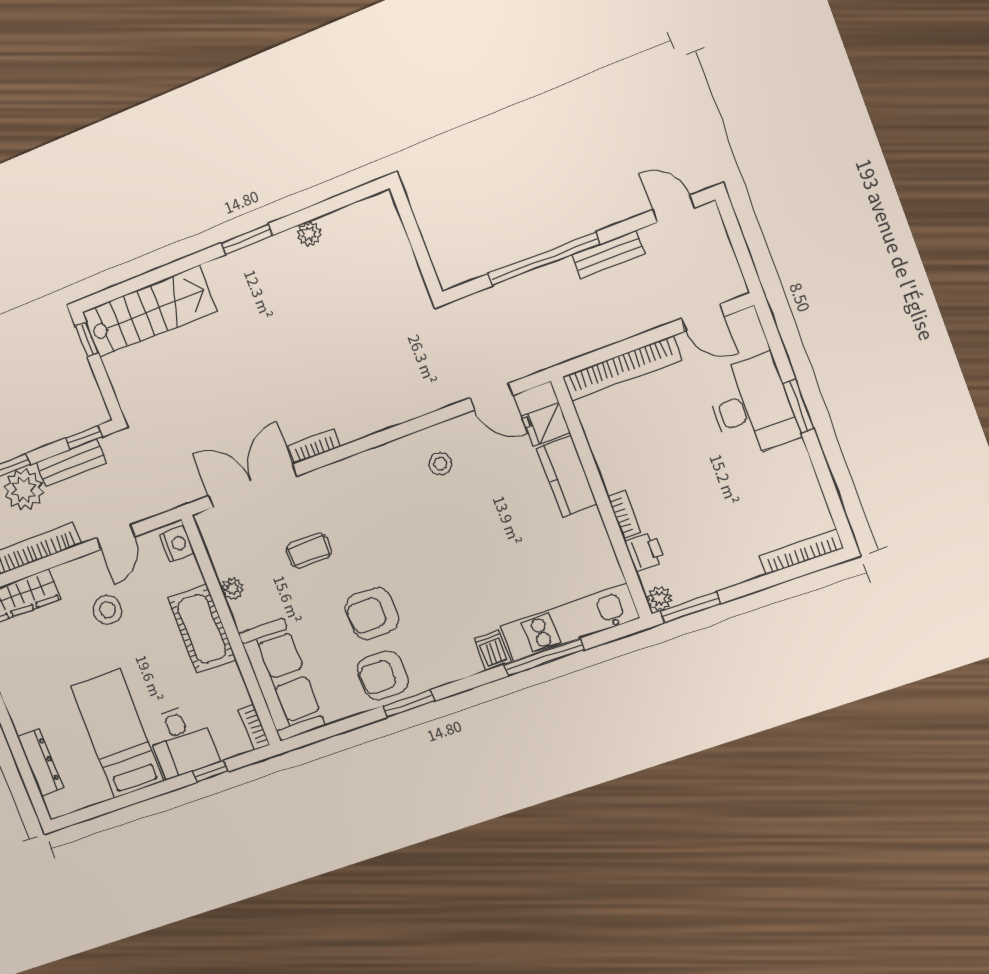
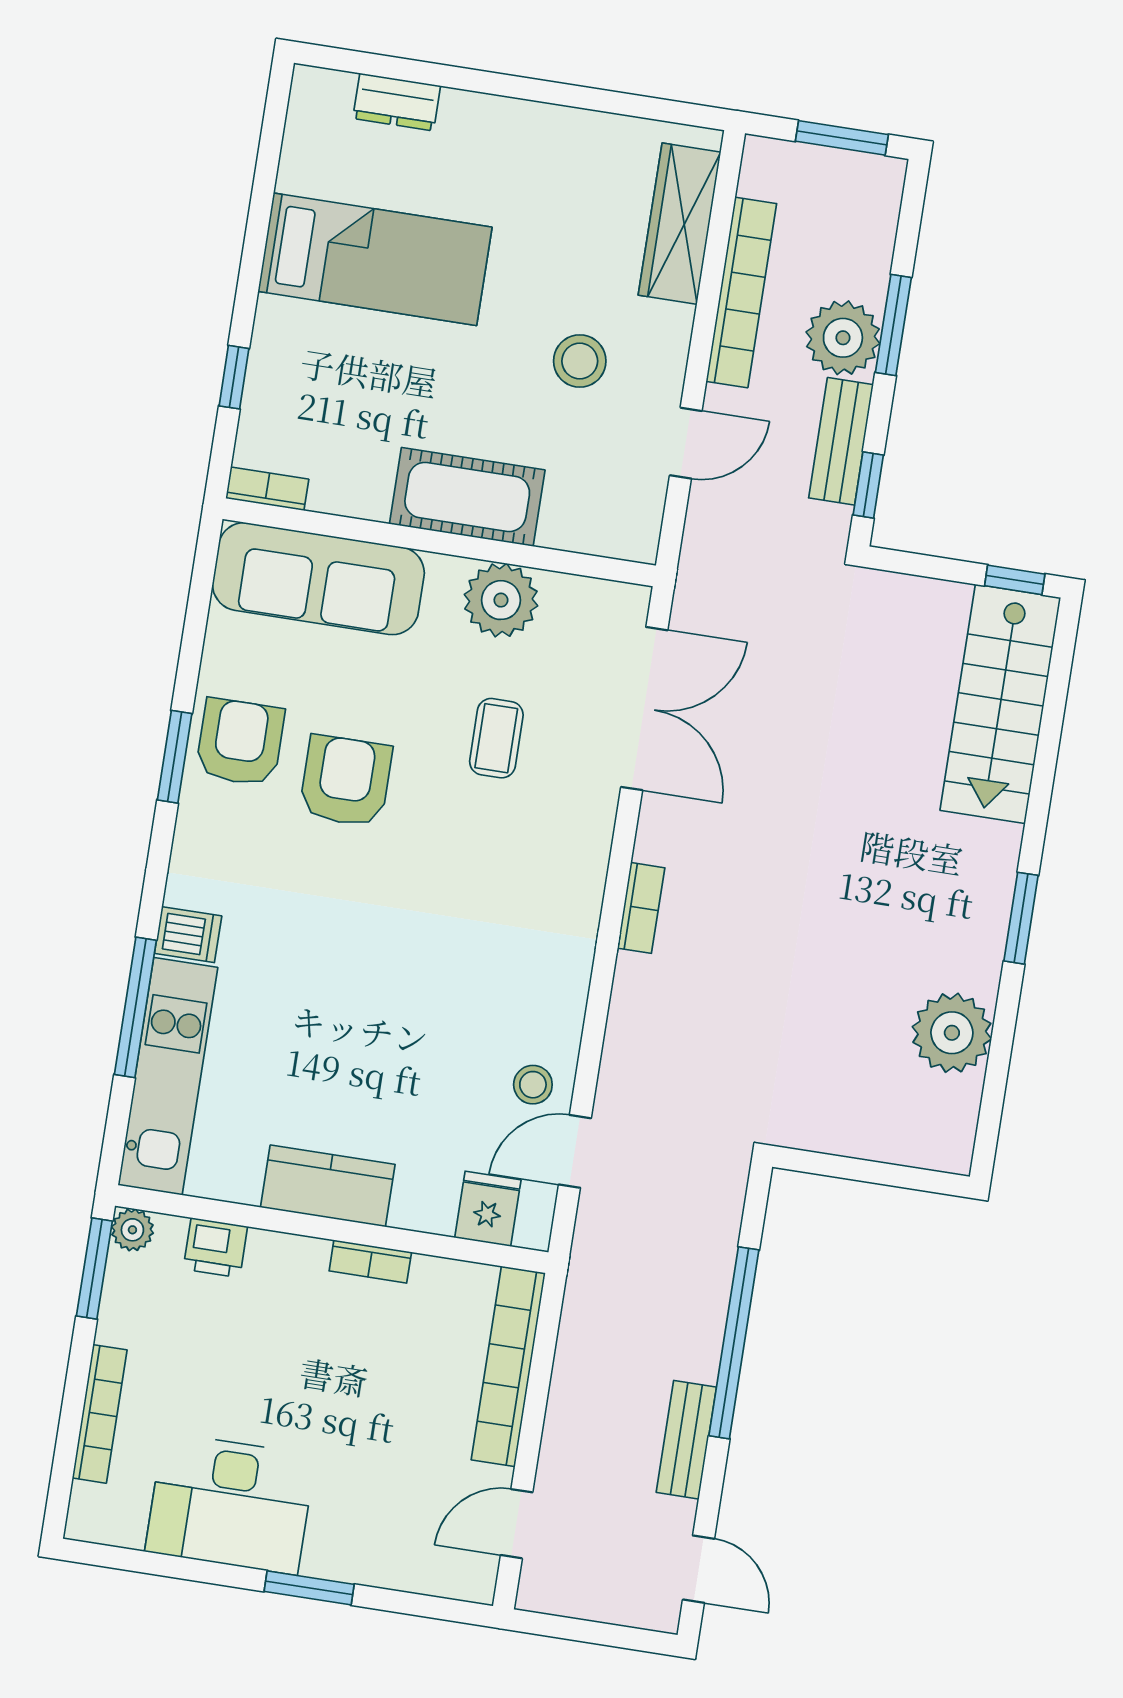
door: (674, 209) -> (698, 1569), hinge flipped
plant: (309, 234) -> (952, 1033), width x1.87, depth x1.87
desk: (752, 407) -> (230, 1503), moved
bookcase: (314, 446) -> (641, 908), moved
stool: (440, 464) -> (533, 1085), moved
kitchen counter: (567, 476) -> (328, 1186), moved
bookcase: (624, 514) -> (370, 1262), moved
door: (116, 537) -> (686, 443), swing flipped
nightstand: (177, 544) -> (621, 535), removed
bookcase: (801, 552) -> (100, 1414), moved
plant: (232, 589) -> (501, 600), width x1.88, depth x1.88
desk: (182, 741) -> (307, 358), removed
dresser: (40, 762) -> (397, 102), width x0.70

